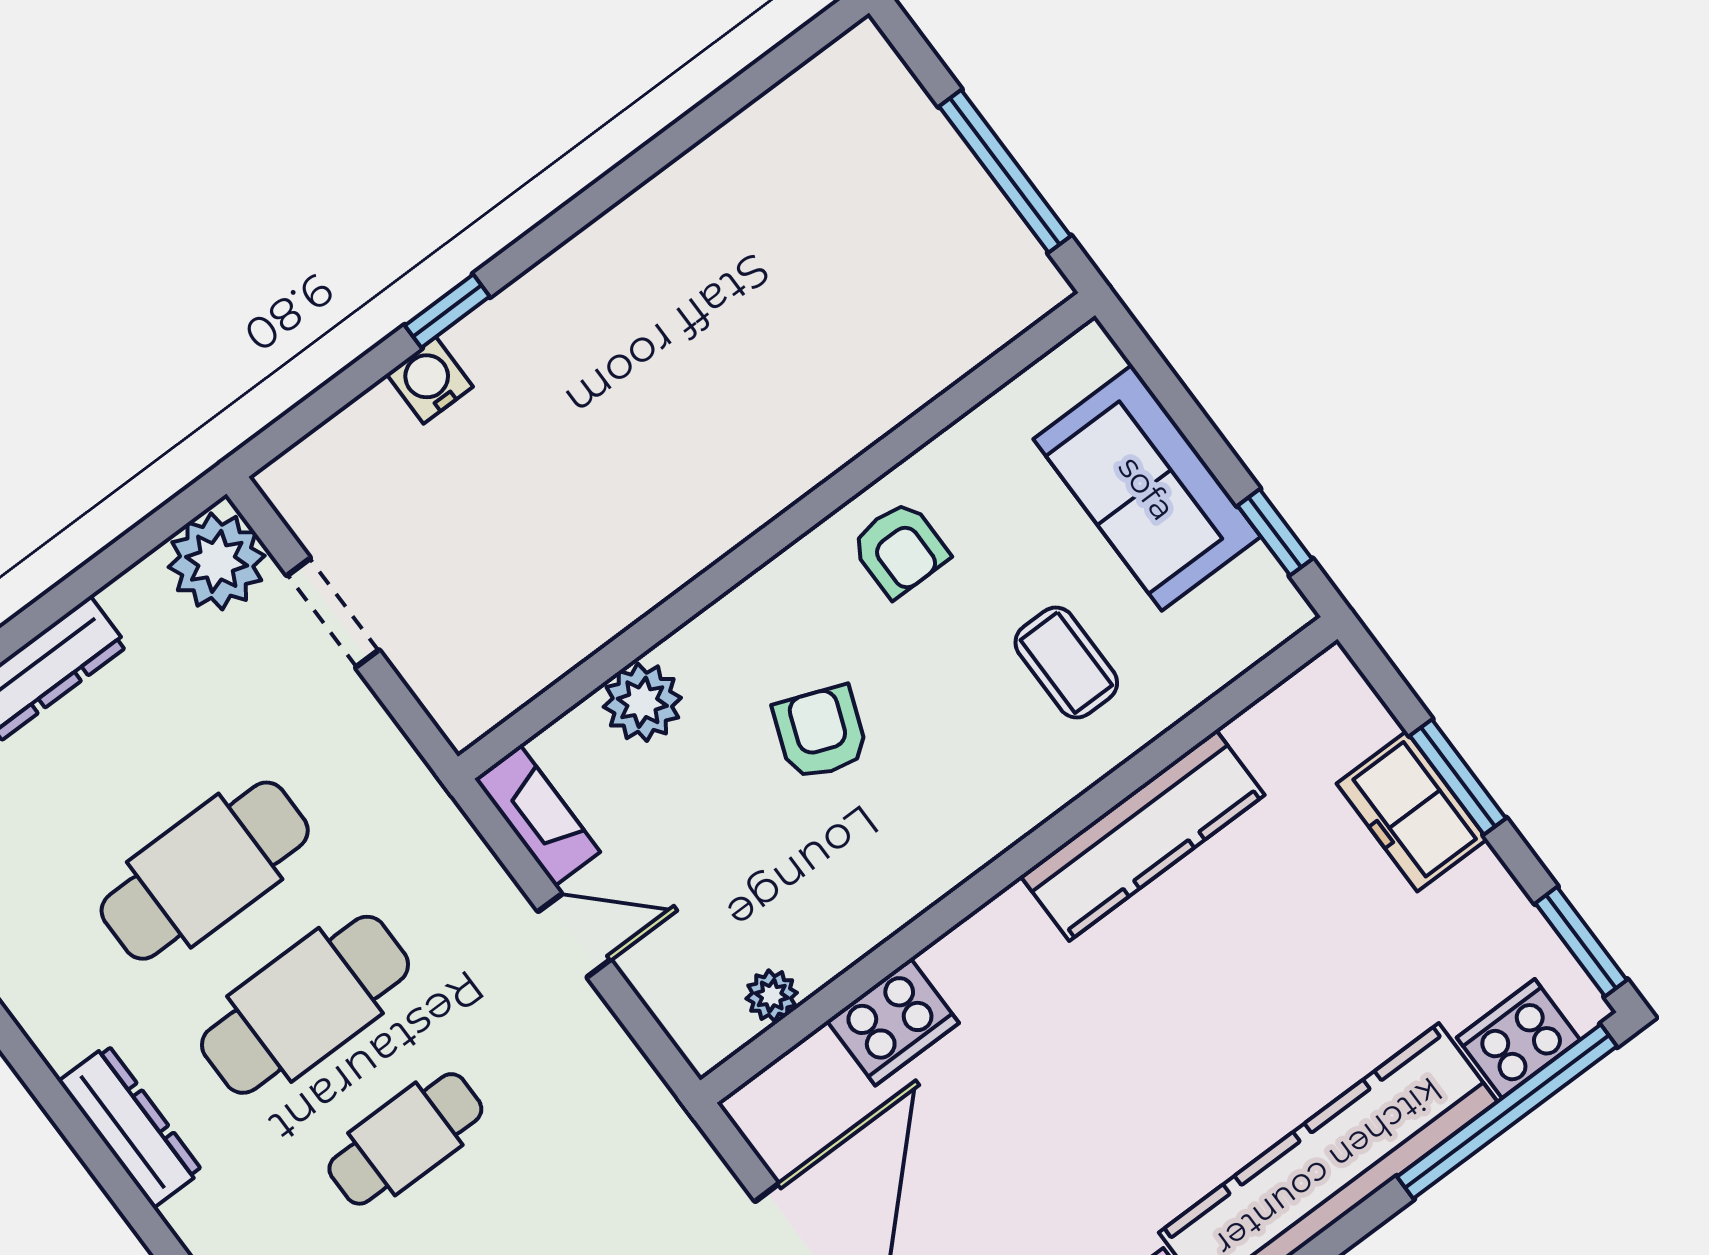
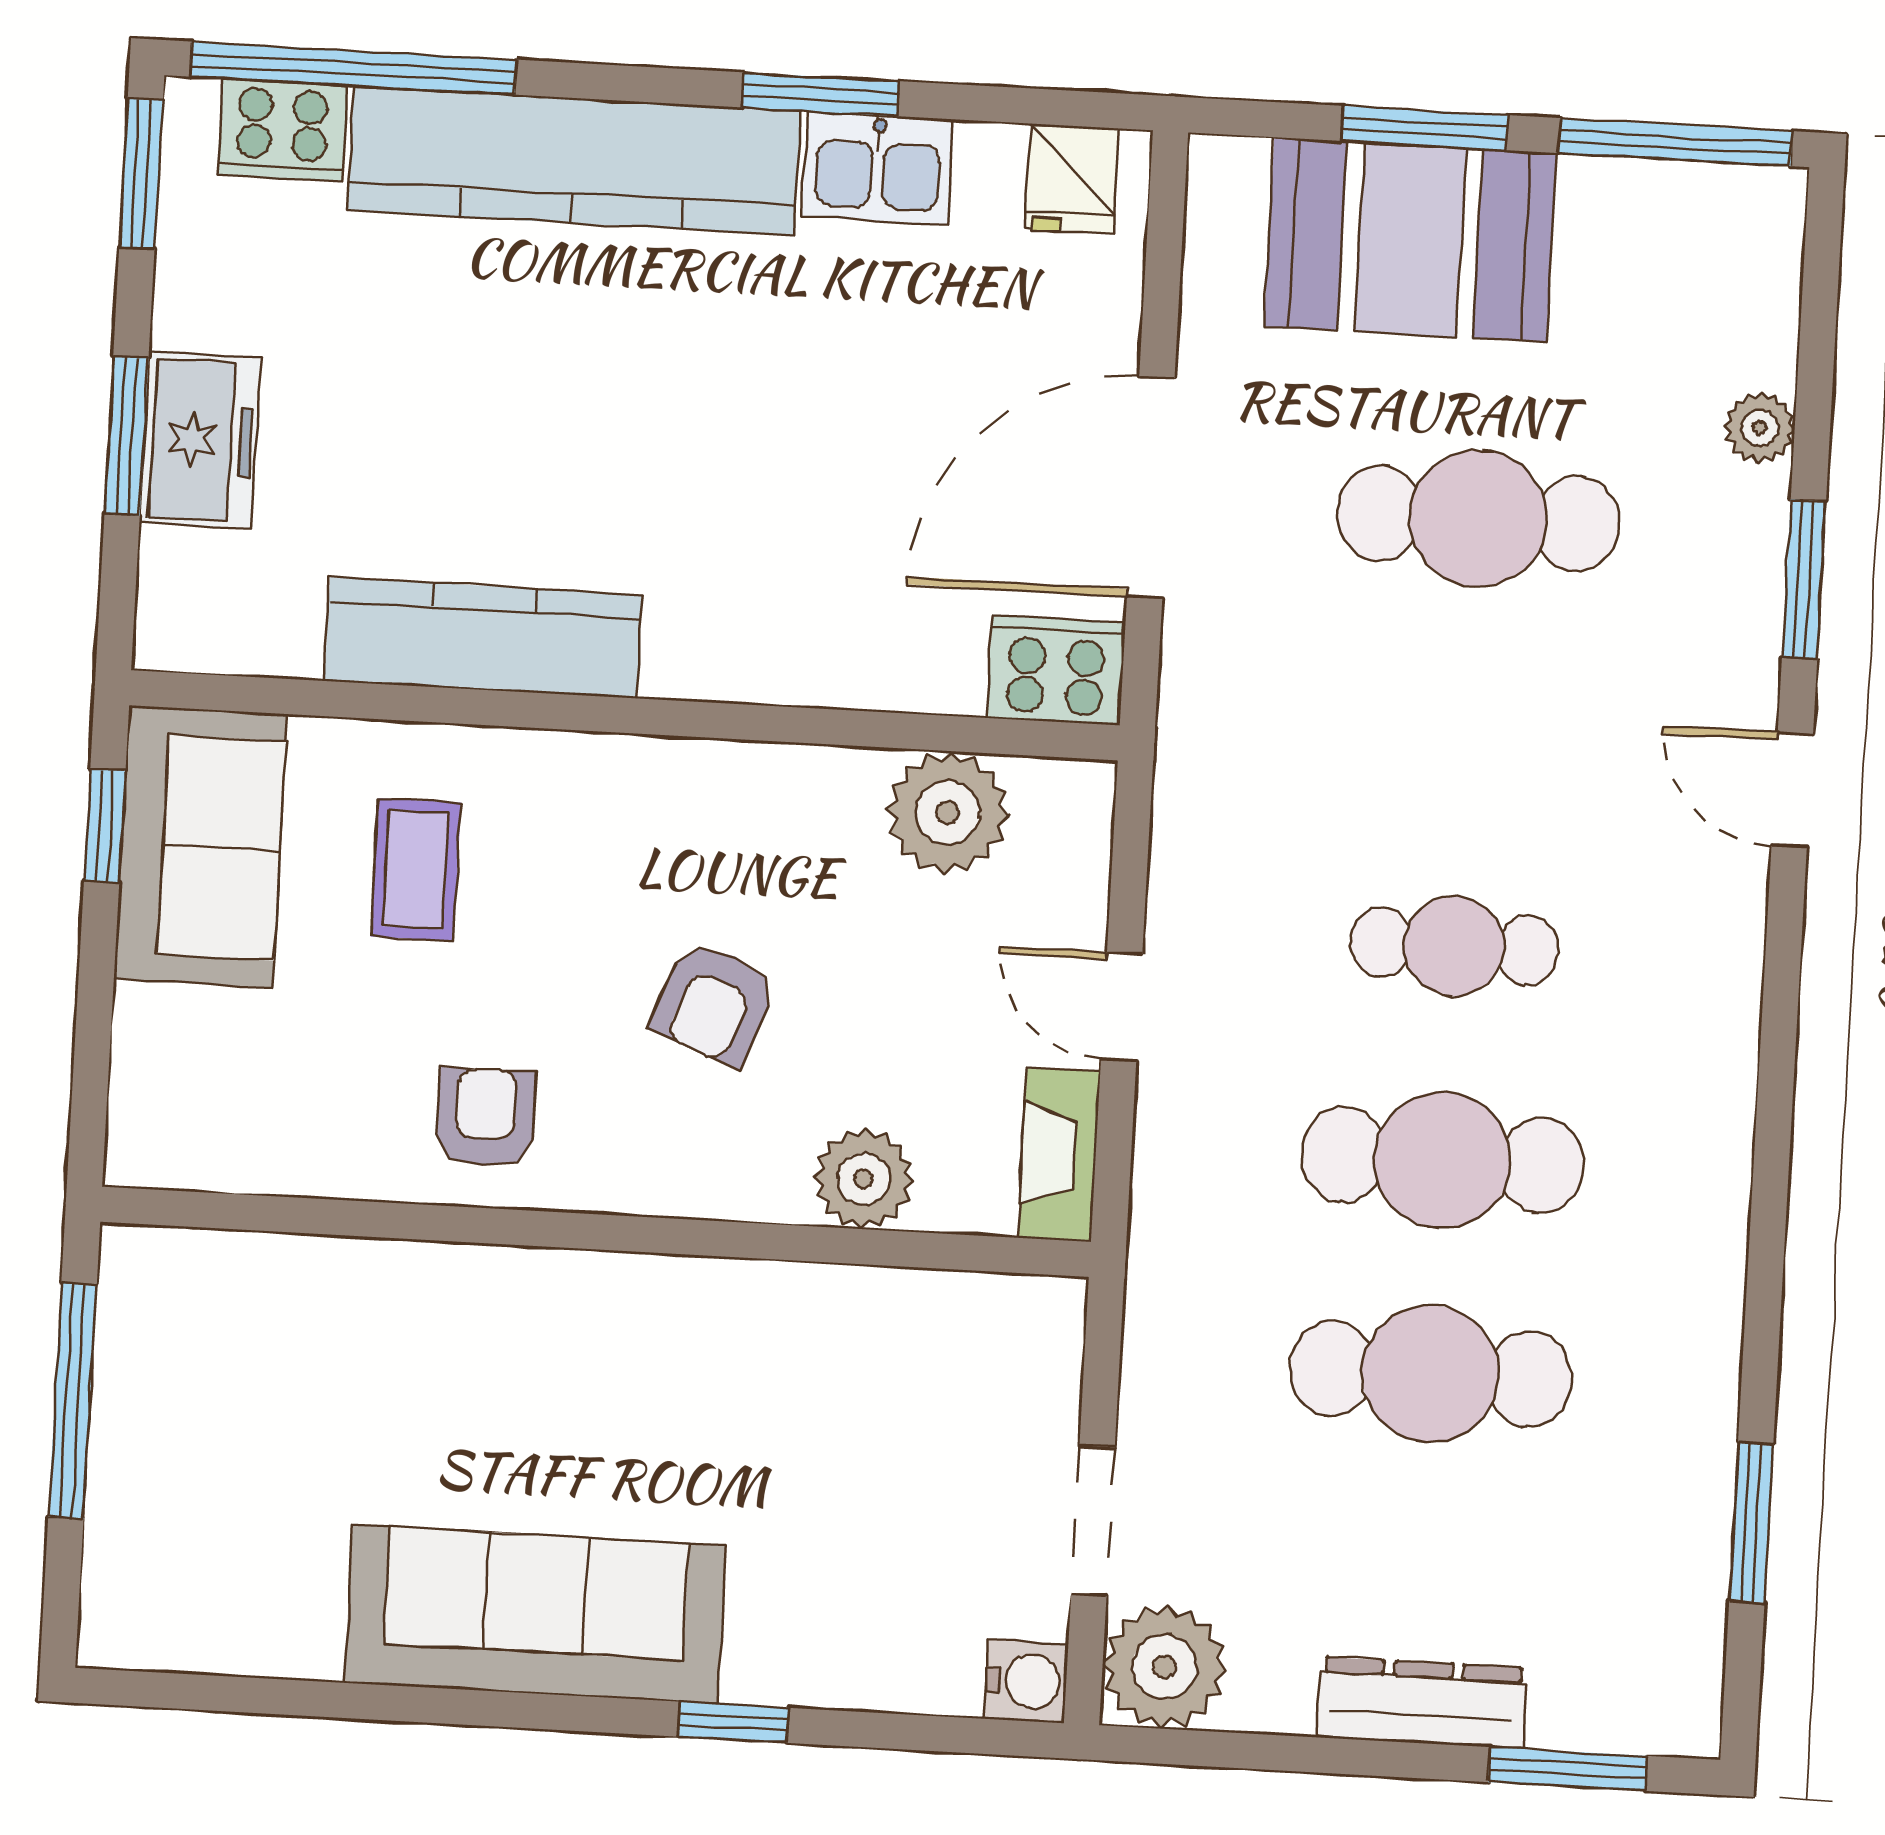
sofa: (620, 276) -> (535, 1614), added
water cooler: (430, 380) -> (1027, 1681), moved, turned -90
sofa: (1147, 488) -> (200, 847), moved
plant: (772, 996) -> (948, 813), width x1.88, depth x1.88
cooker: (893, 1022) -> (1056, 670), moved
dresser: (131, 1126) -> (1713, 1184), removed

